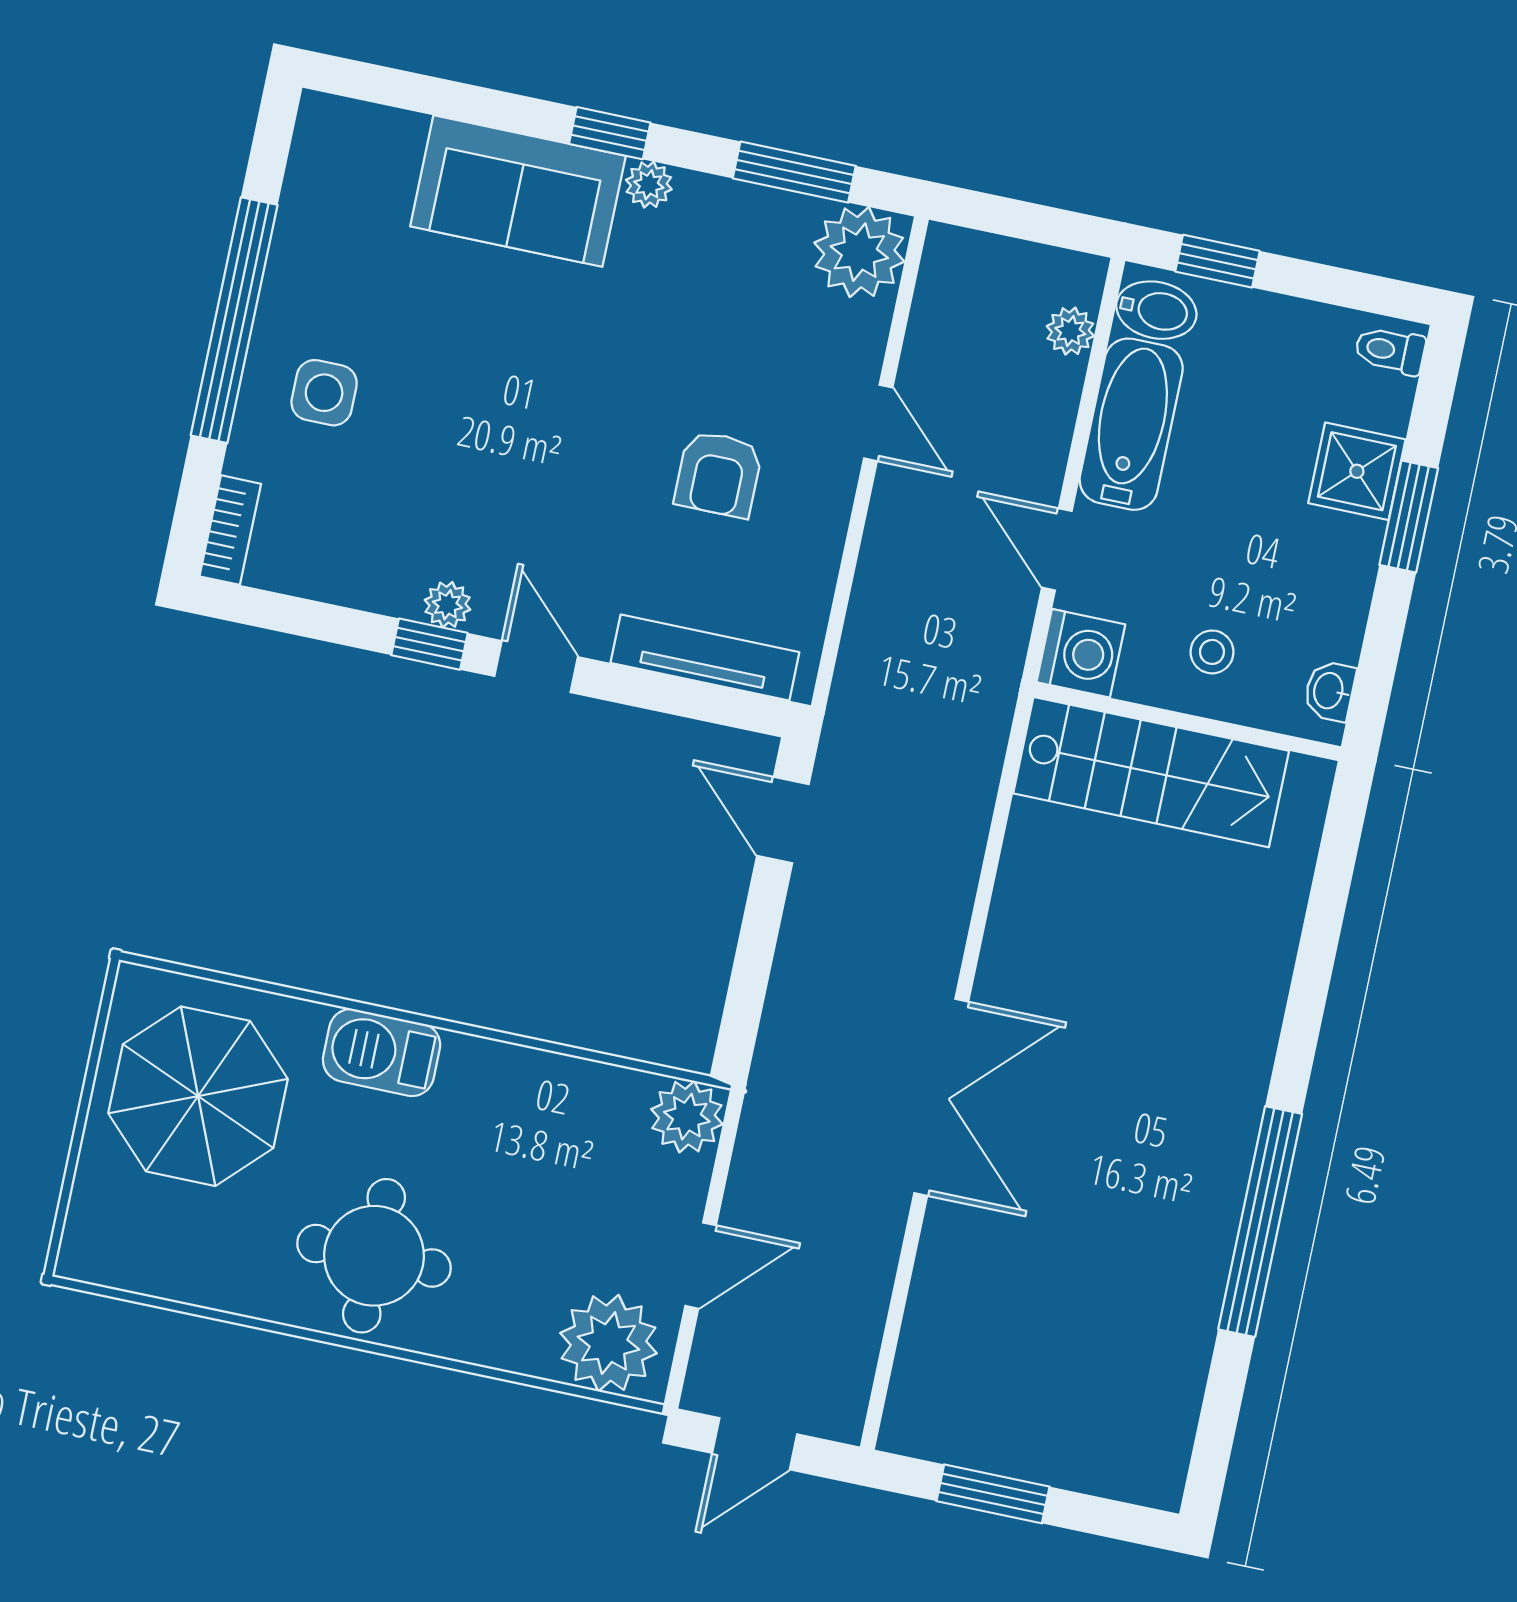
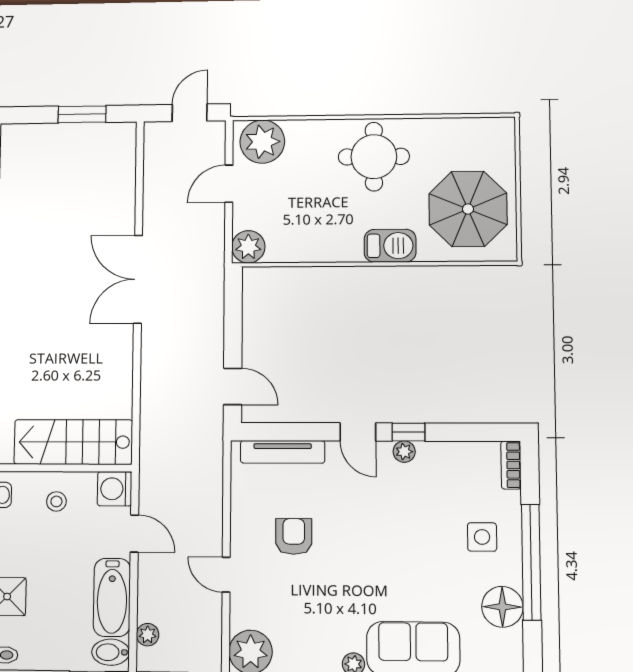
floor lamp: (314, 240) -> (502, 607), added

